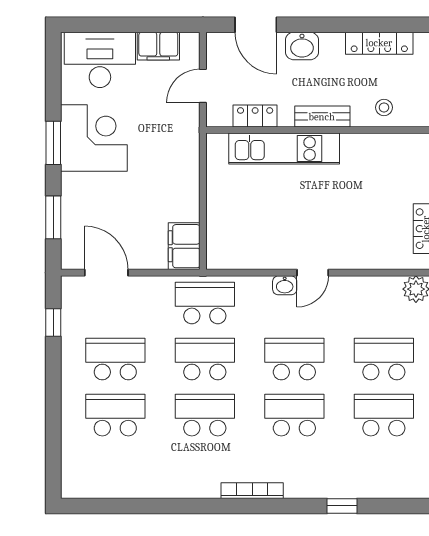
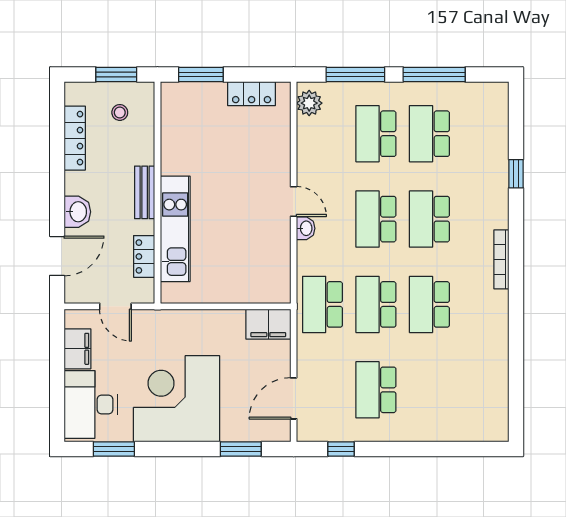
stool: (384, 107) -> (120, 112), moved
corner desk: (94, 138) -> (177, 399), width x1.36, depth x1.36
window: (53, 143) -> (114, 449), moved
school desk: (115, 415) -> (429, 390), removed

